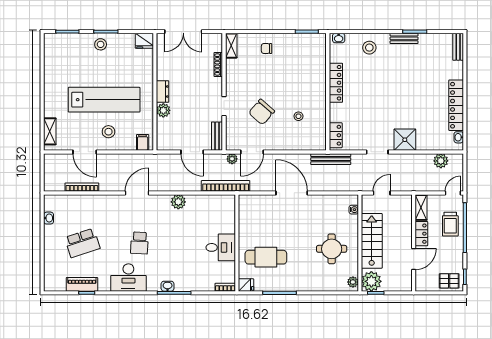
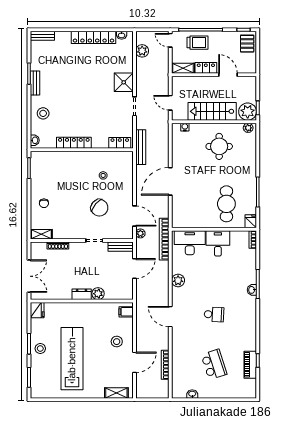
lab bench: (104, 100) -> (72, 359), moved
desk: (128, 278) -> (190, 243), moved, turned -90

